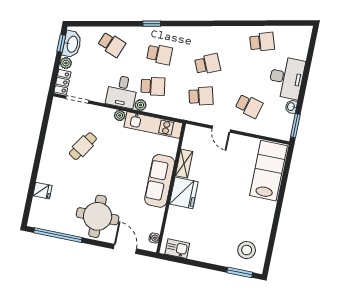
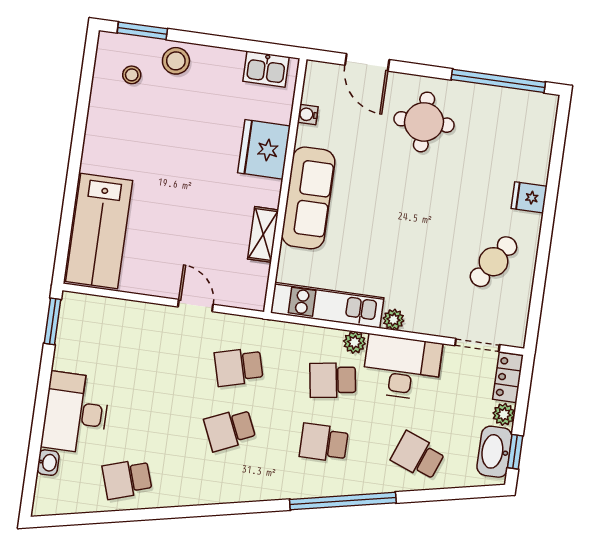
window: (152, 24) -> (343, 501), width x3.17
desk: (122, 92) -> (402, 367), width x1.37
school desk: (249, 106) -> (145, 354), removed
washbasin: (291, 107) -> (48, 463), moved
cafe table: (83, 146) -> (493, 262), moved
fridge: (42, 191) -> (529, 197), moved
fridge: (184, 193) -> (264, 149), moved
round table: (98, 216) -> (424, 122), width x0.73, depth x0.73
water cooler: (154, 238) -> (308, 114), moved
stool: (247, 250) -> (132, 75), width x0.53, depth x0.53
stool: (223, 256) -> (176, 61), added

